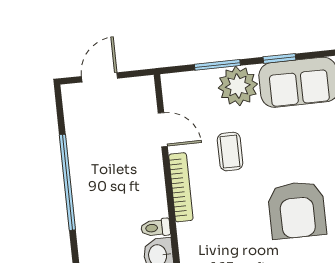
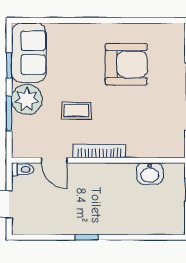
door: (163, 130) -> (54, 160), swing flipped
window: (67, 182) -> (87, 237), width x0.32
toilet: (156, 228) -> (23, 169), moved, turned -90

